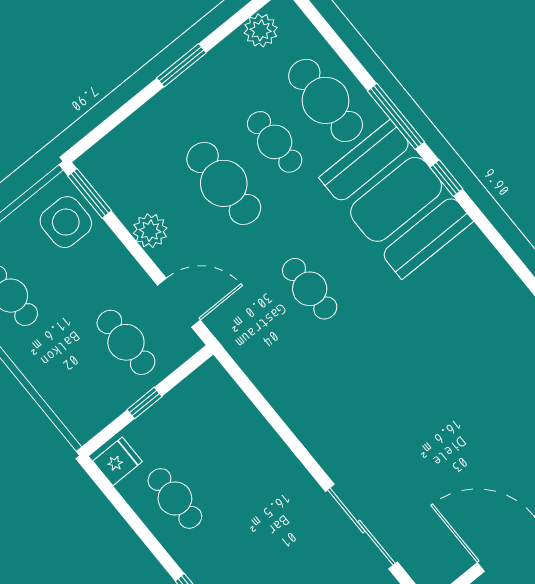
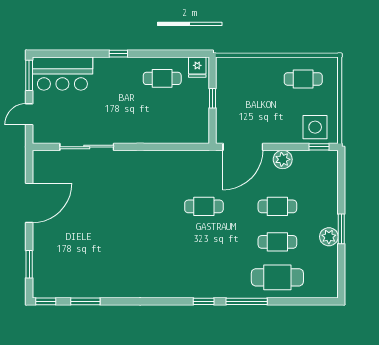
plant: (261, 30) -> (329, 237), moved
cafe table: (224, 183) -> (277, 206), width x0.73, depth x0.74
window: (90, 193) -> (319, 147), width x0.67
booth: (396, 199) -> (212, 273), removed
door: (179, 303) -> (243, 147), width x1.36
cafe table: (126, 342) -> (244, 111), removed

